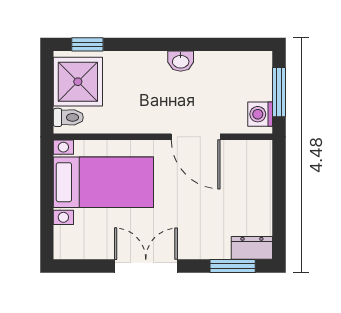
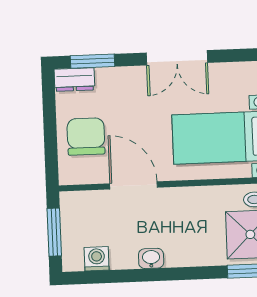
washing machine: (260, 114) -> (97, 259), moved, turned -90
chair: (242, 189) -> (86, 137), added

